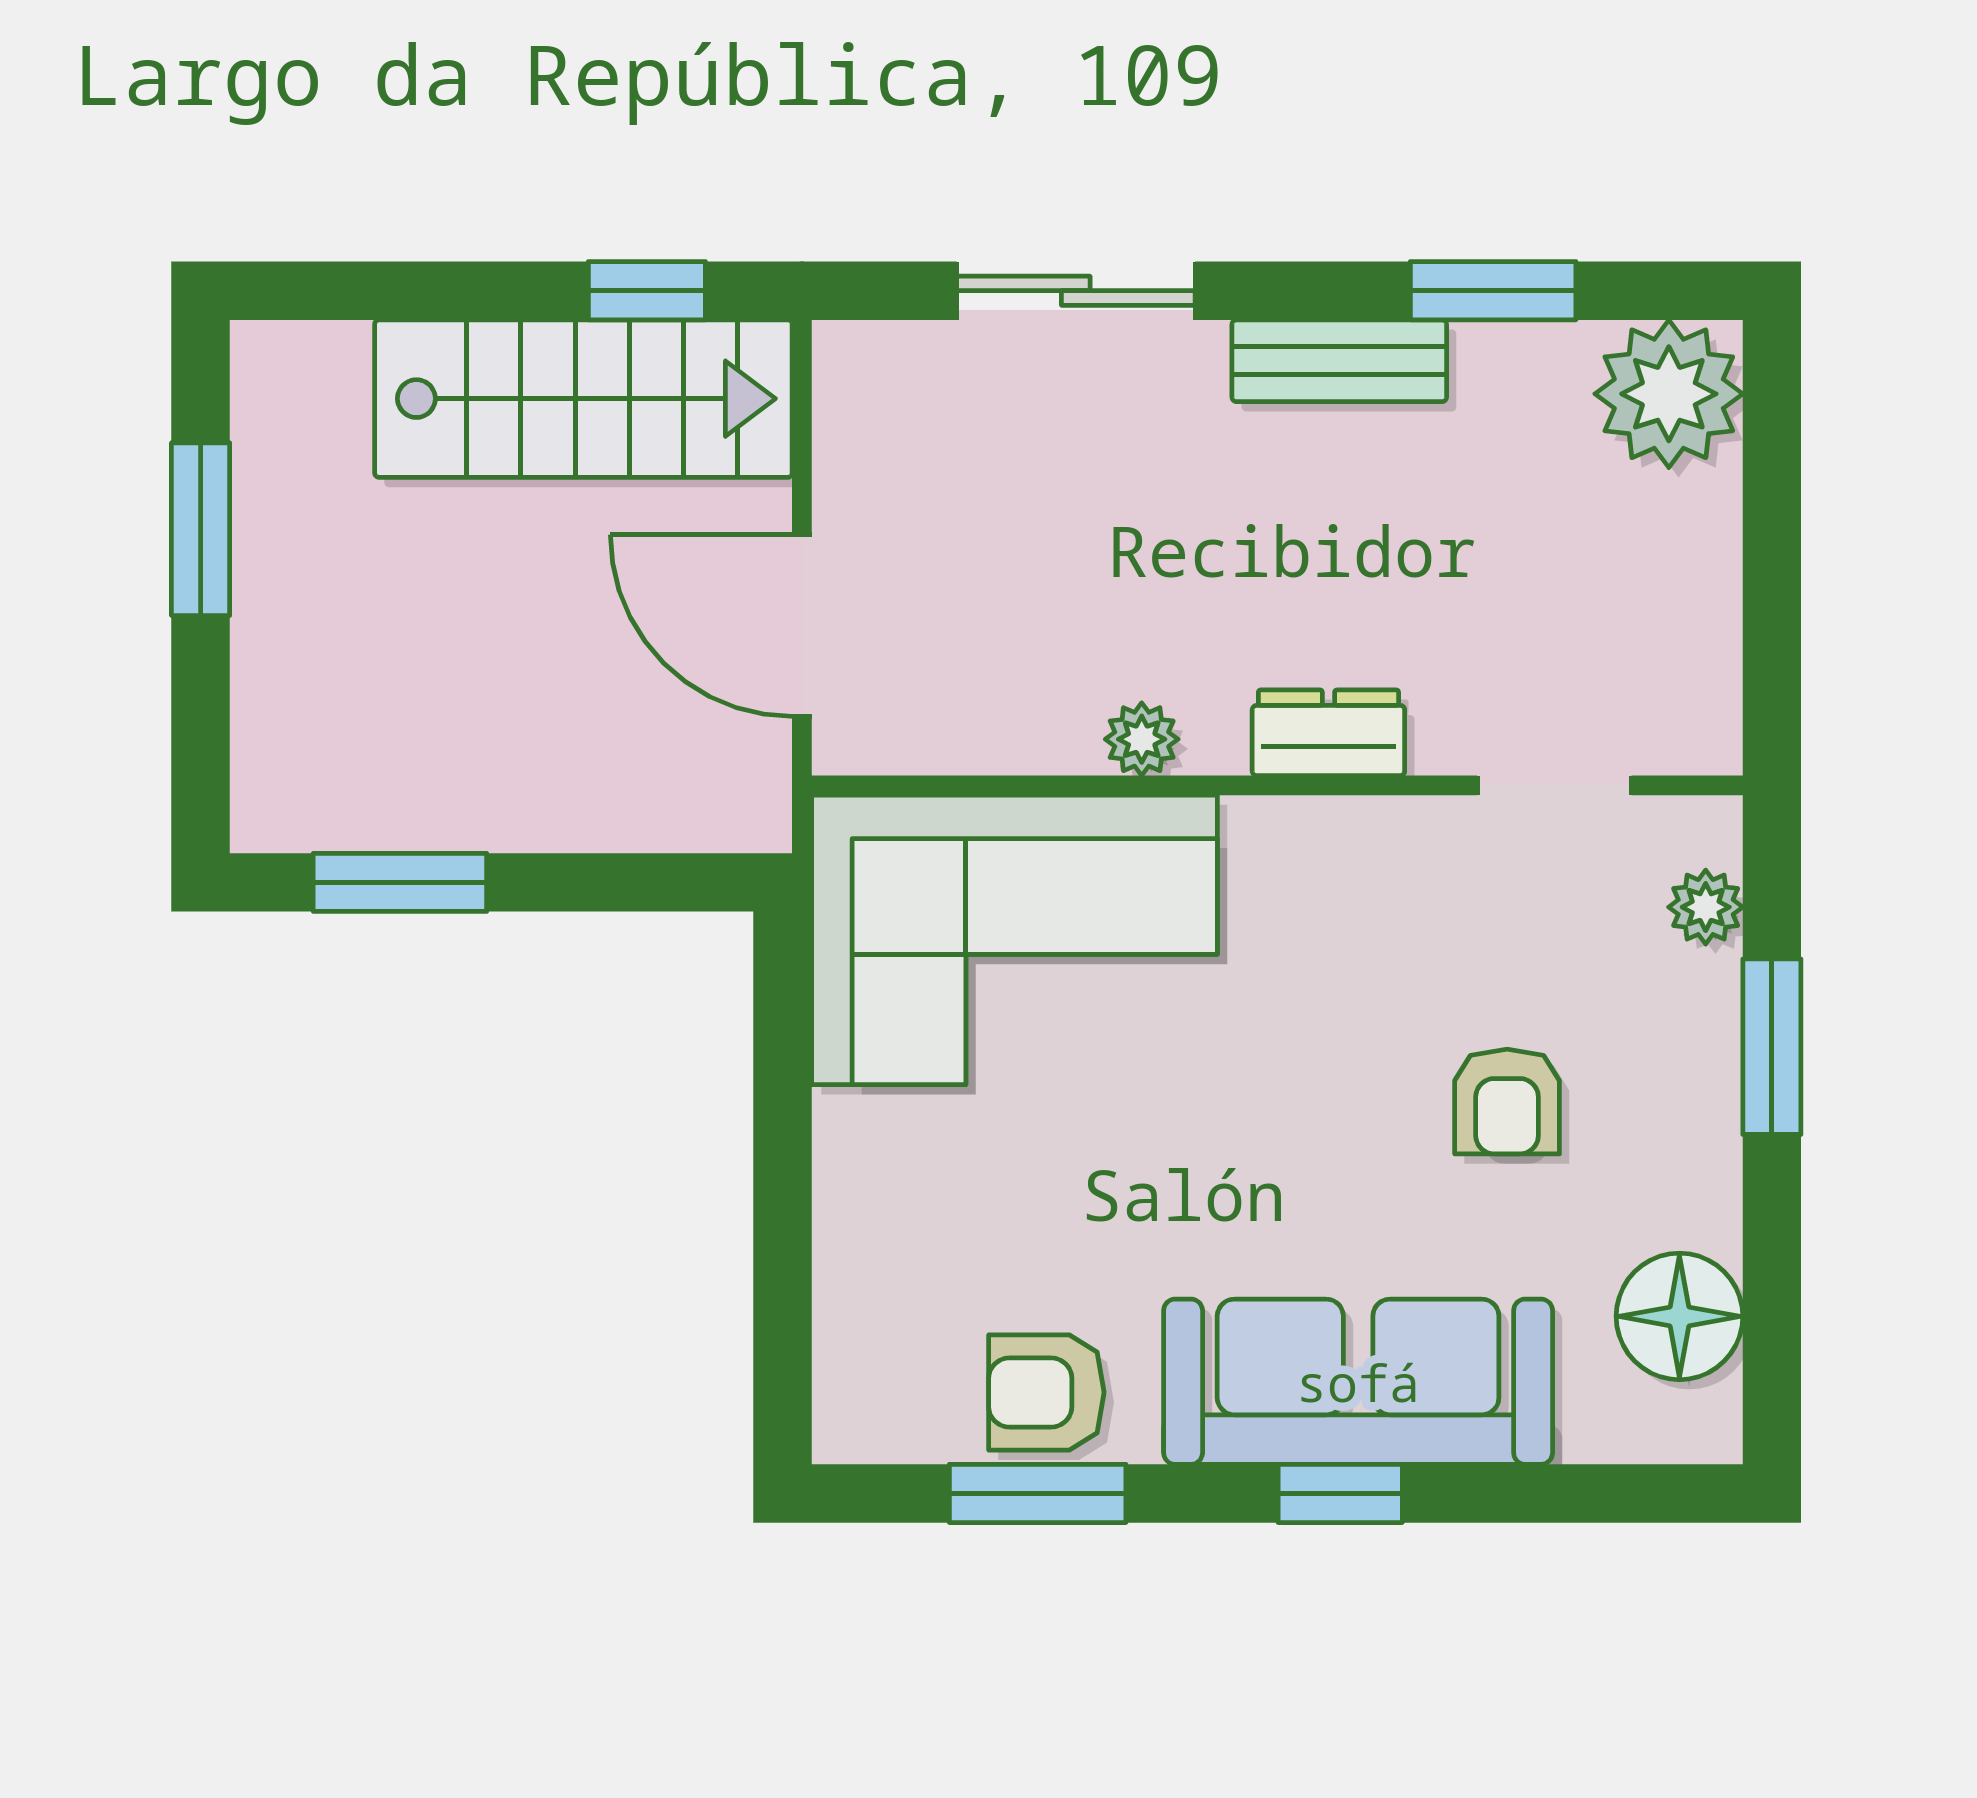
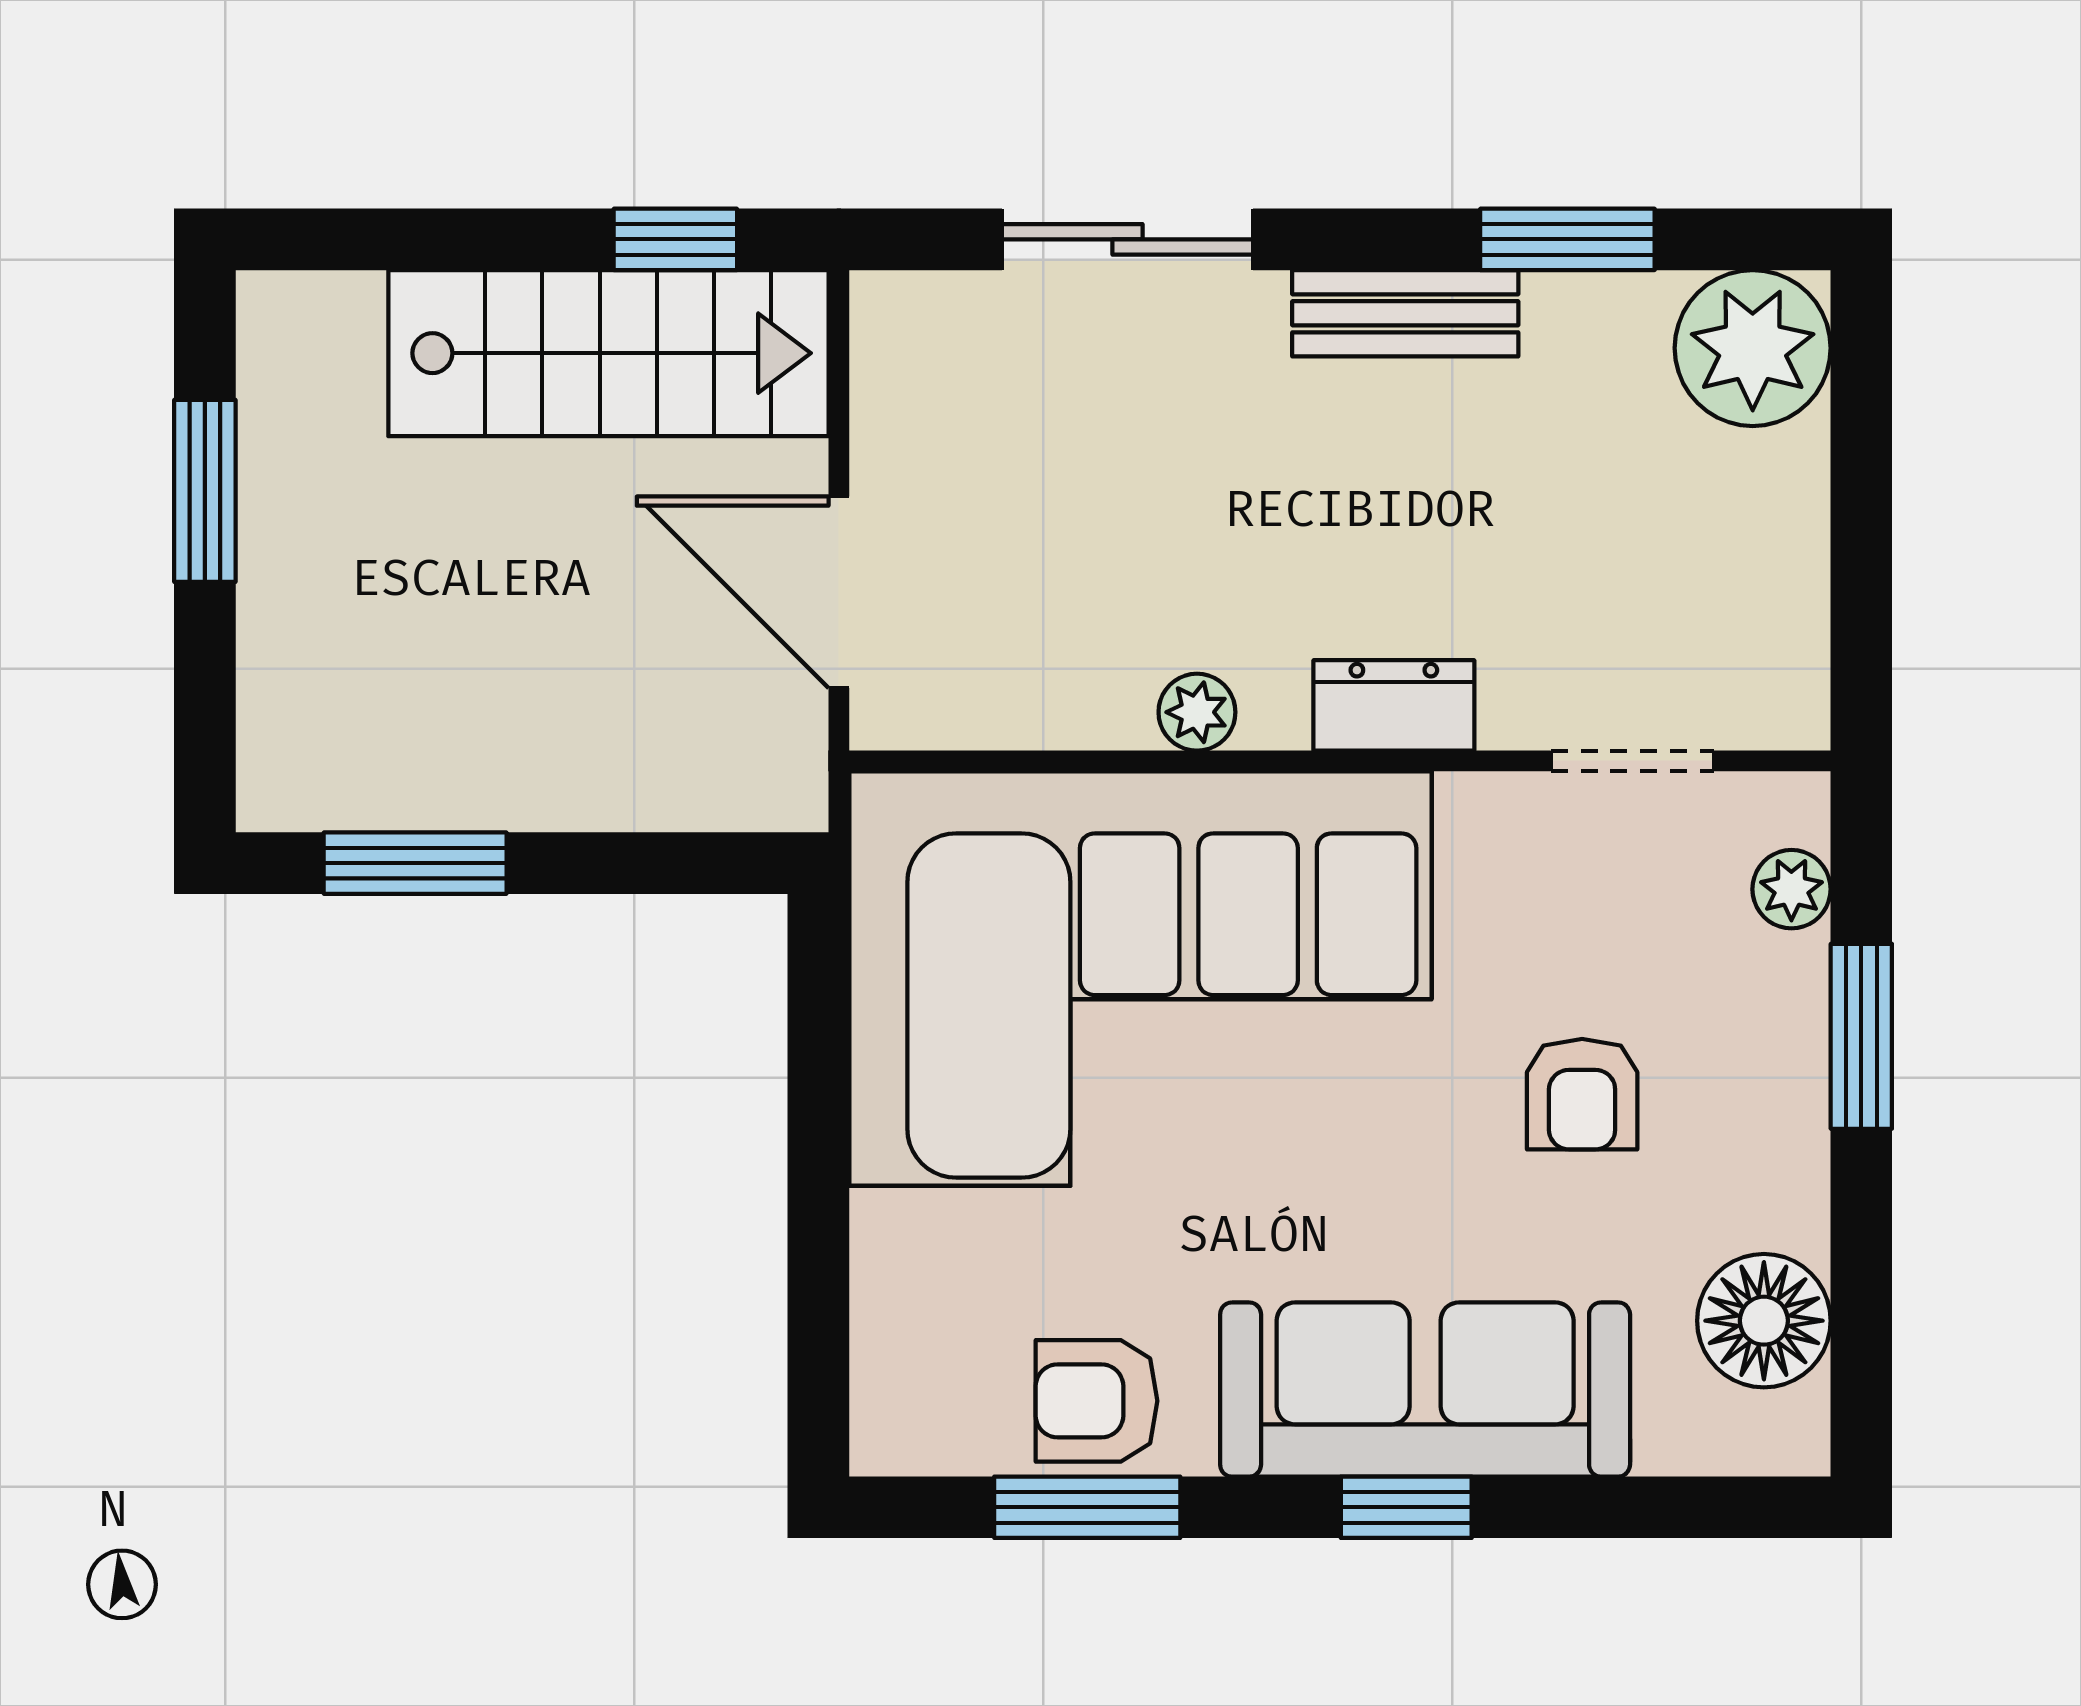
corner sofa: (1015, 940) -> (1140, 979), width x1.36, depth x1.36

